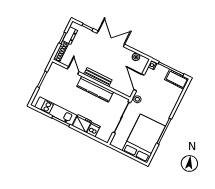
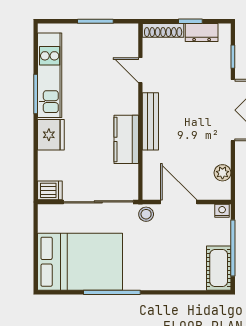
door: (73, 70) -> (140, 70), swing flipped
door: (139, 82) -> (179, 202), hinge flipped
kitchen counter: (95, 89) -> (126, 139), width x0.67
dishwasher: (93, 130) -> (50, 190), moved

